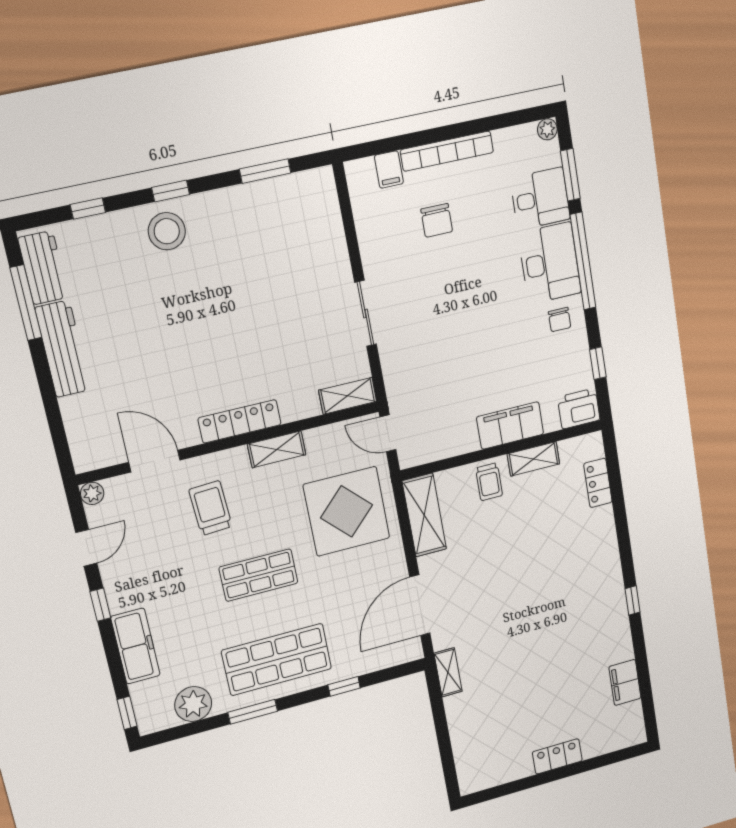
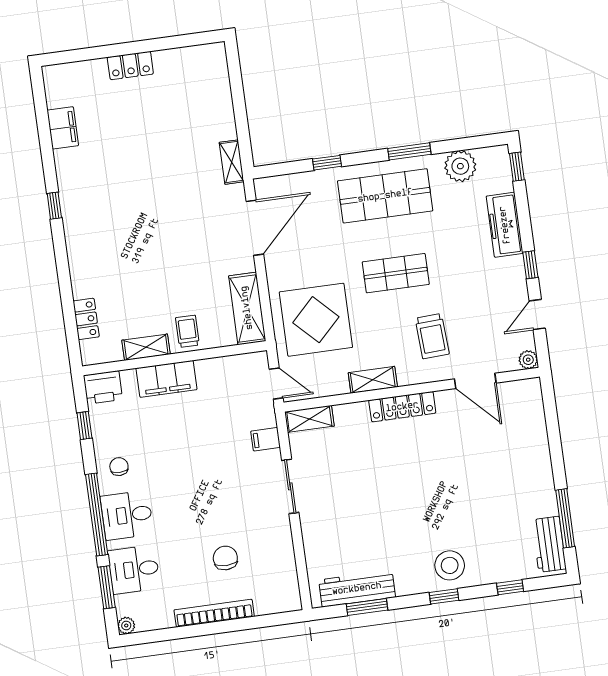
filing cabinet: (389, 170) -> (266, 439), moved, turned -90
desk: (550, 263) -> (127, 515), width x0.73
workbench: (63, 349) -> (357, 589), moved, turned 90

